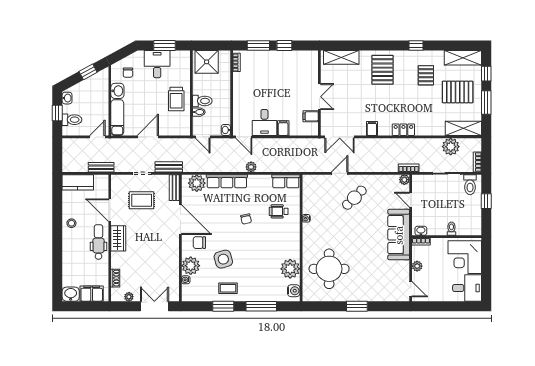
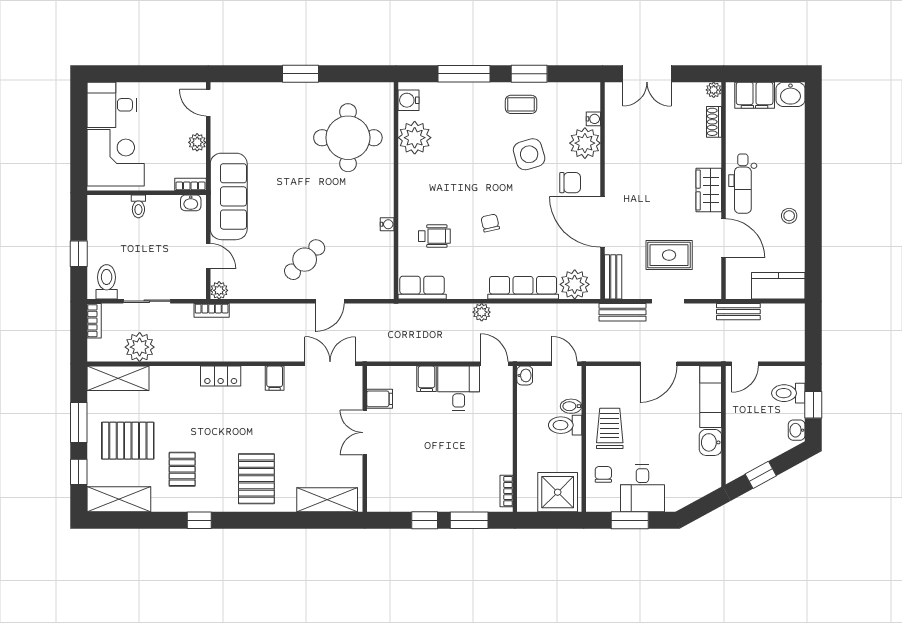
chair: (128, 73) -> (603, 474), moved
plant: (129, 297) -> (714, 90), moved

